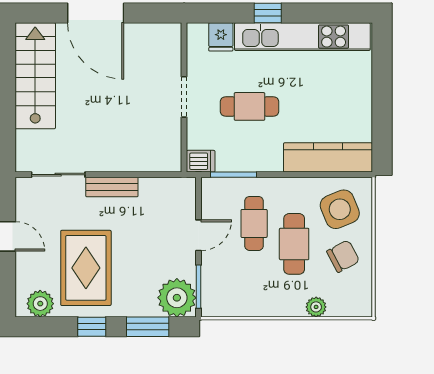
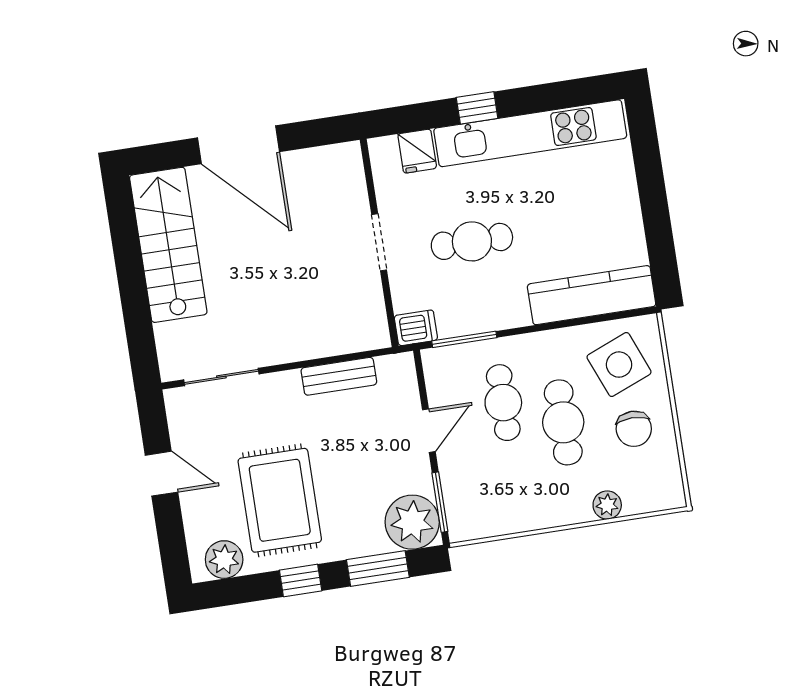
bench: (112, 187) -> (339, 376), moved
chair: (343, 256) -> (634, 429), turned 118

